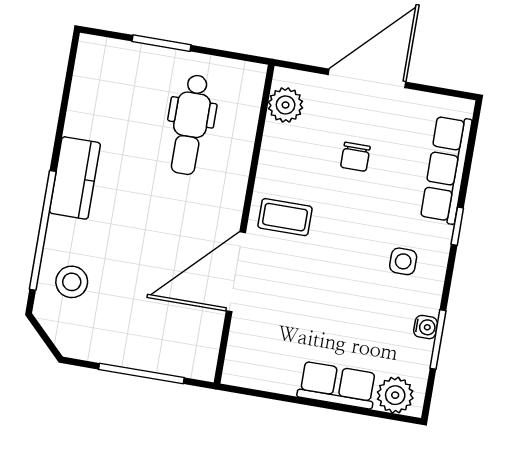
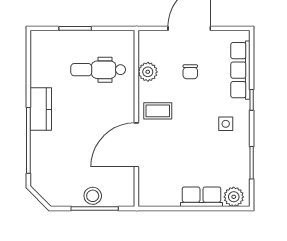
plant: (286, 105) -> (148, 72), moved
dental chair: (190, 125) -> (98, 70), turned 90
stool: (72, 282) -> (93, 196), moved
water cooler: (426, 327) -> (244, 157), removed

